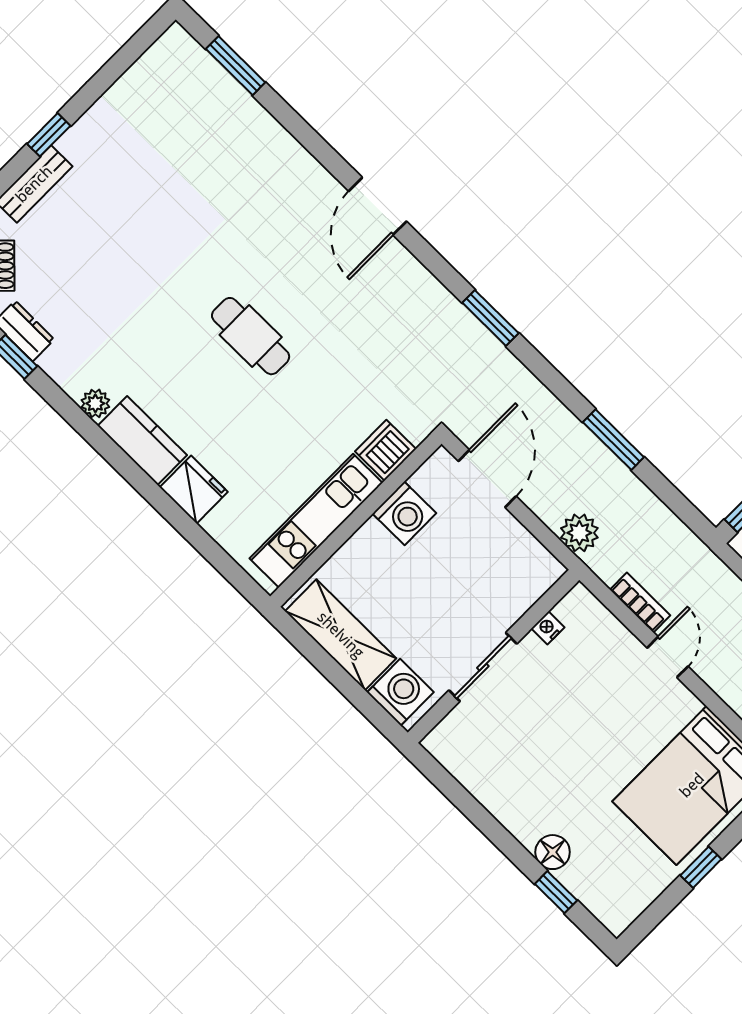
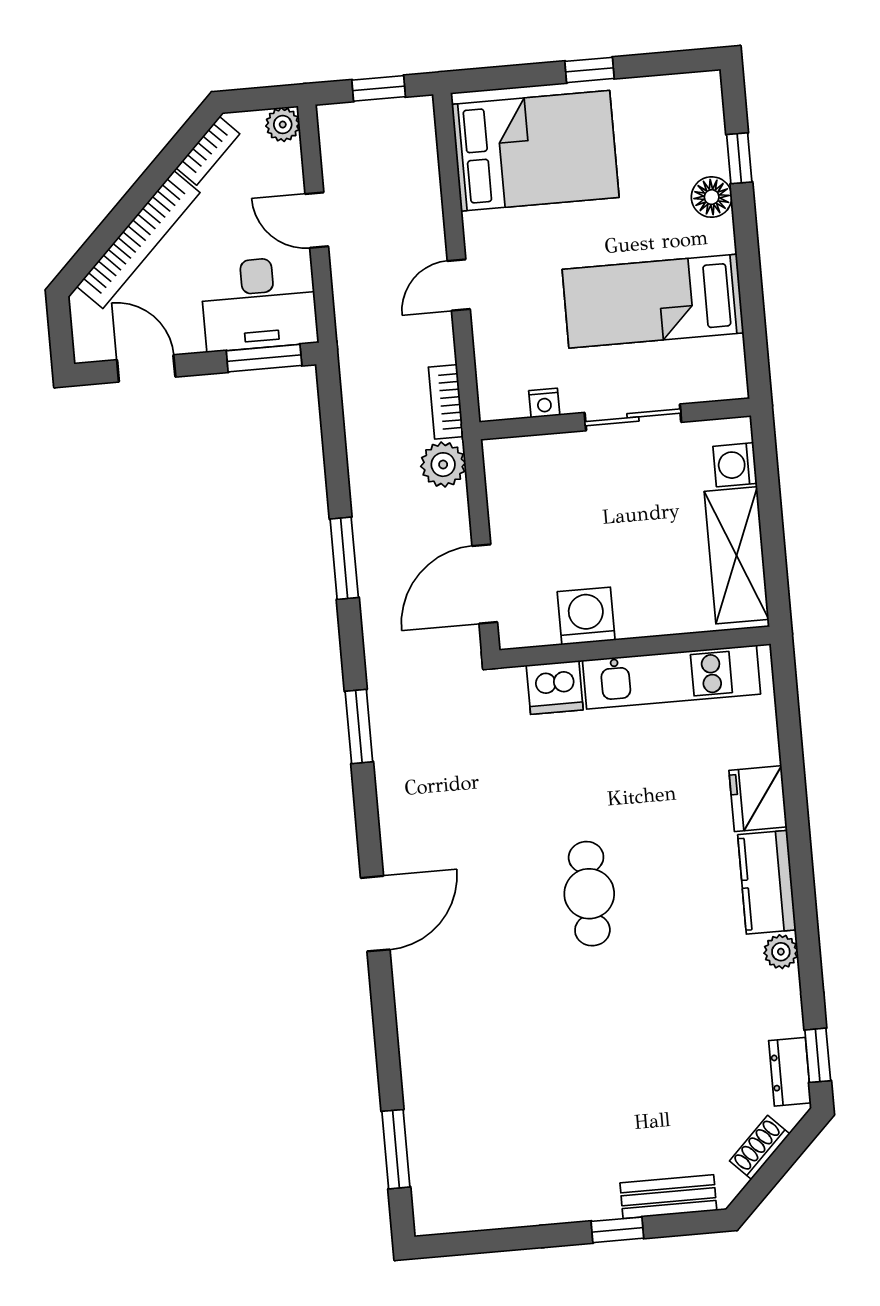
window: (613, 440) -> (344, 558), moved
bookcase: (640, 603) -> (446, 402), moved
washing machine: (400, 692) -> (735, 465), width x0.73, depth x0.73
bed: (533, 753) -> (653, 301), added

